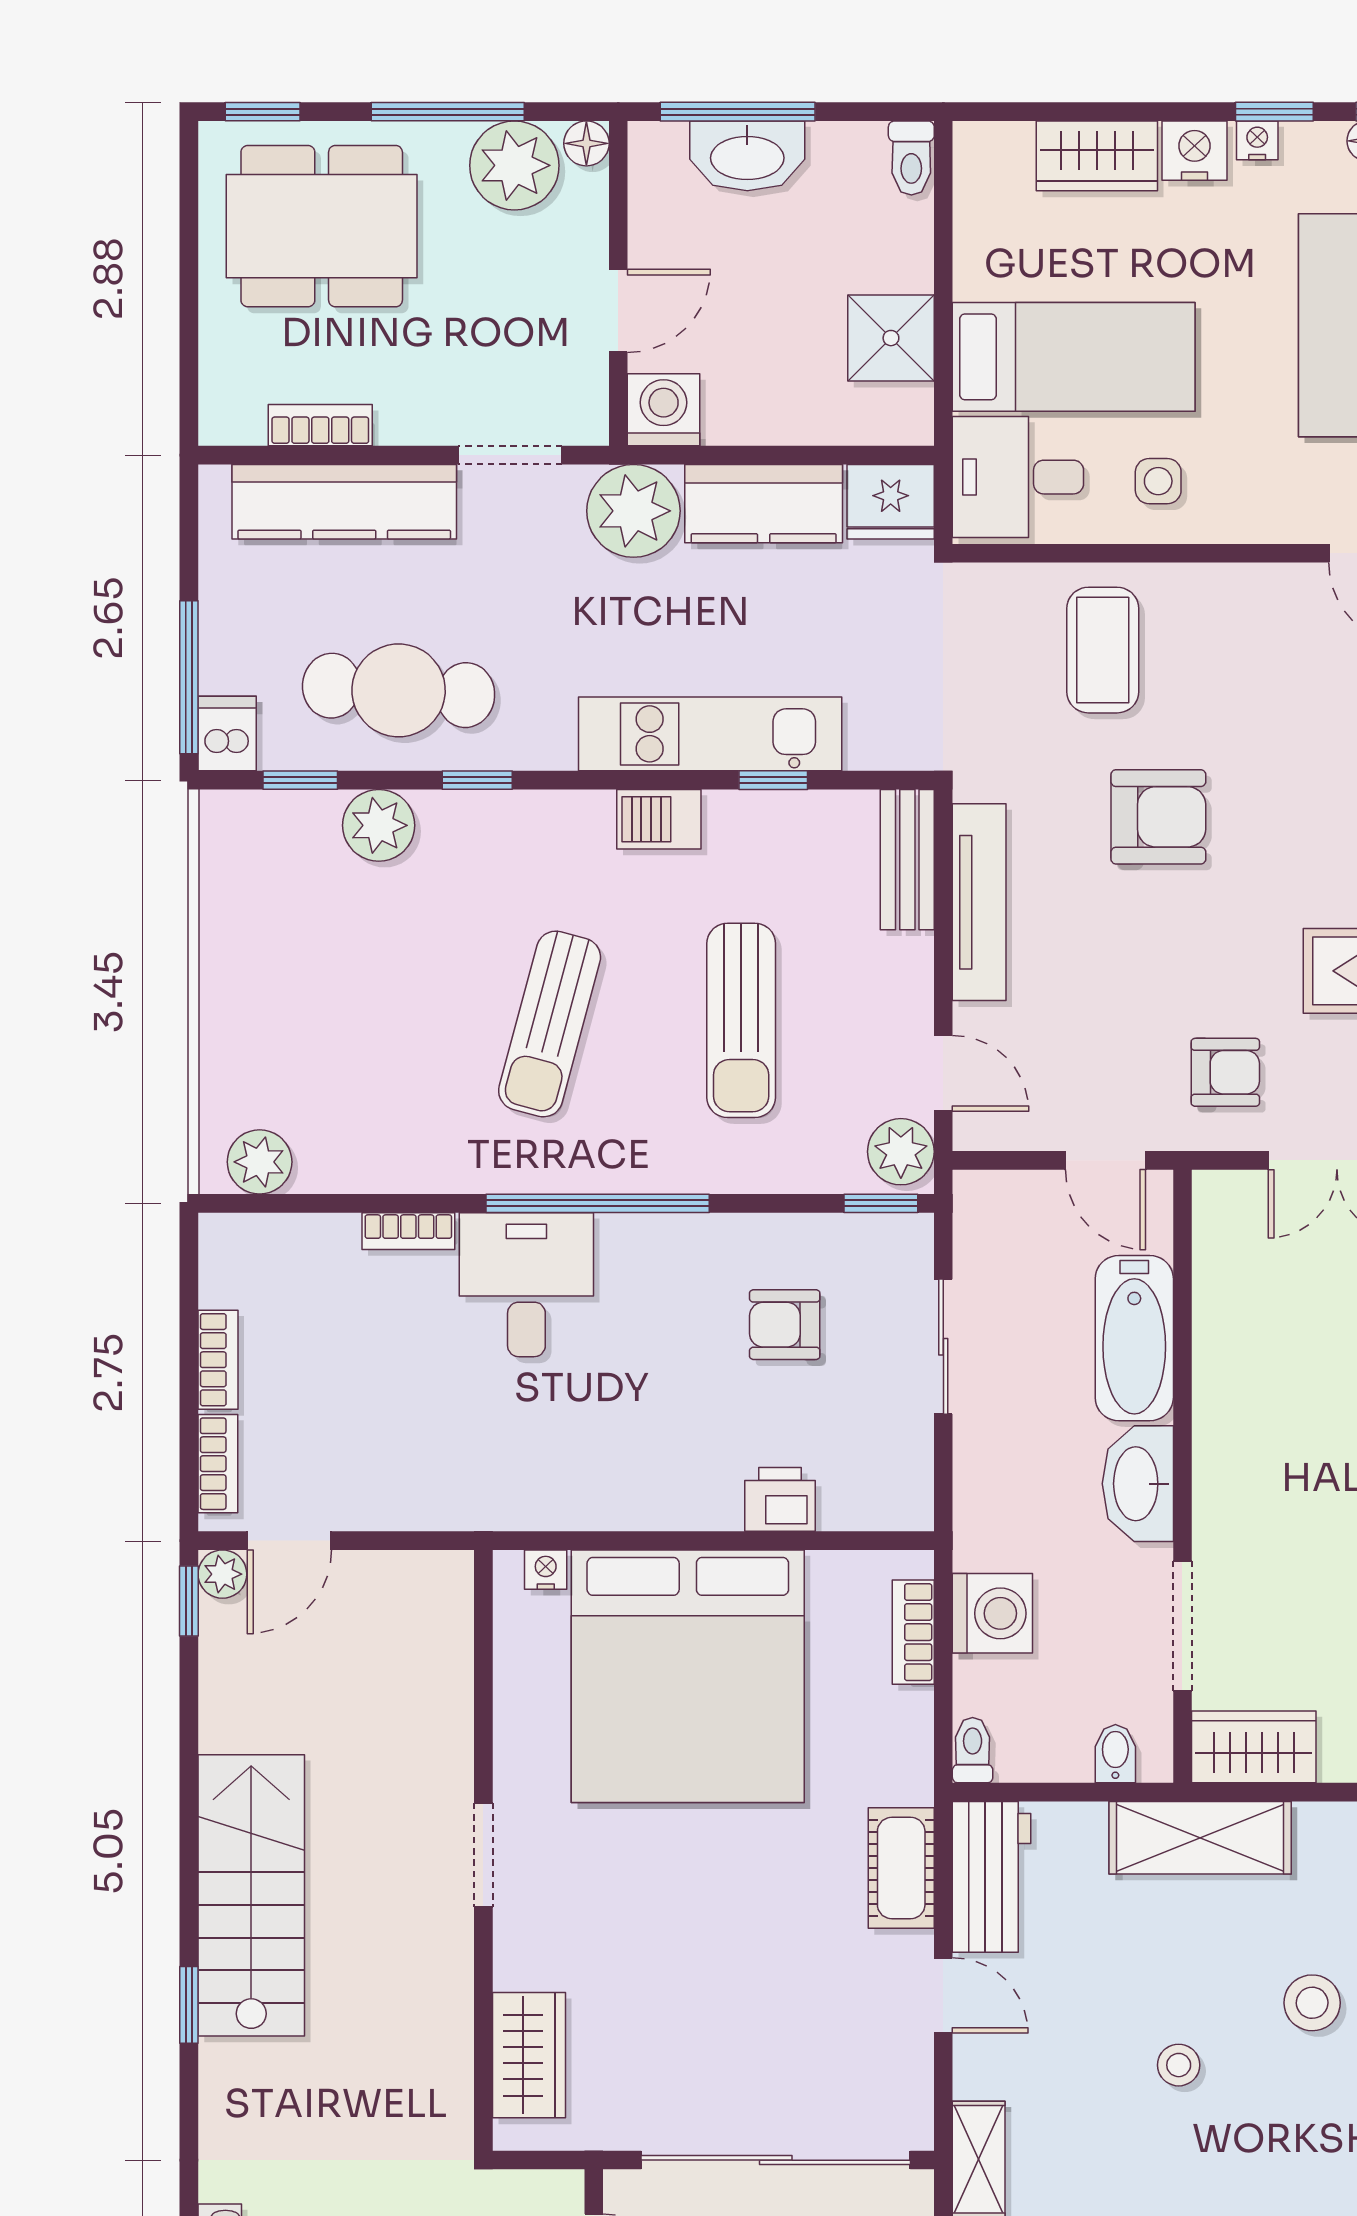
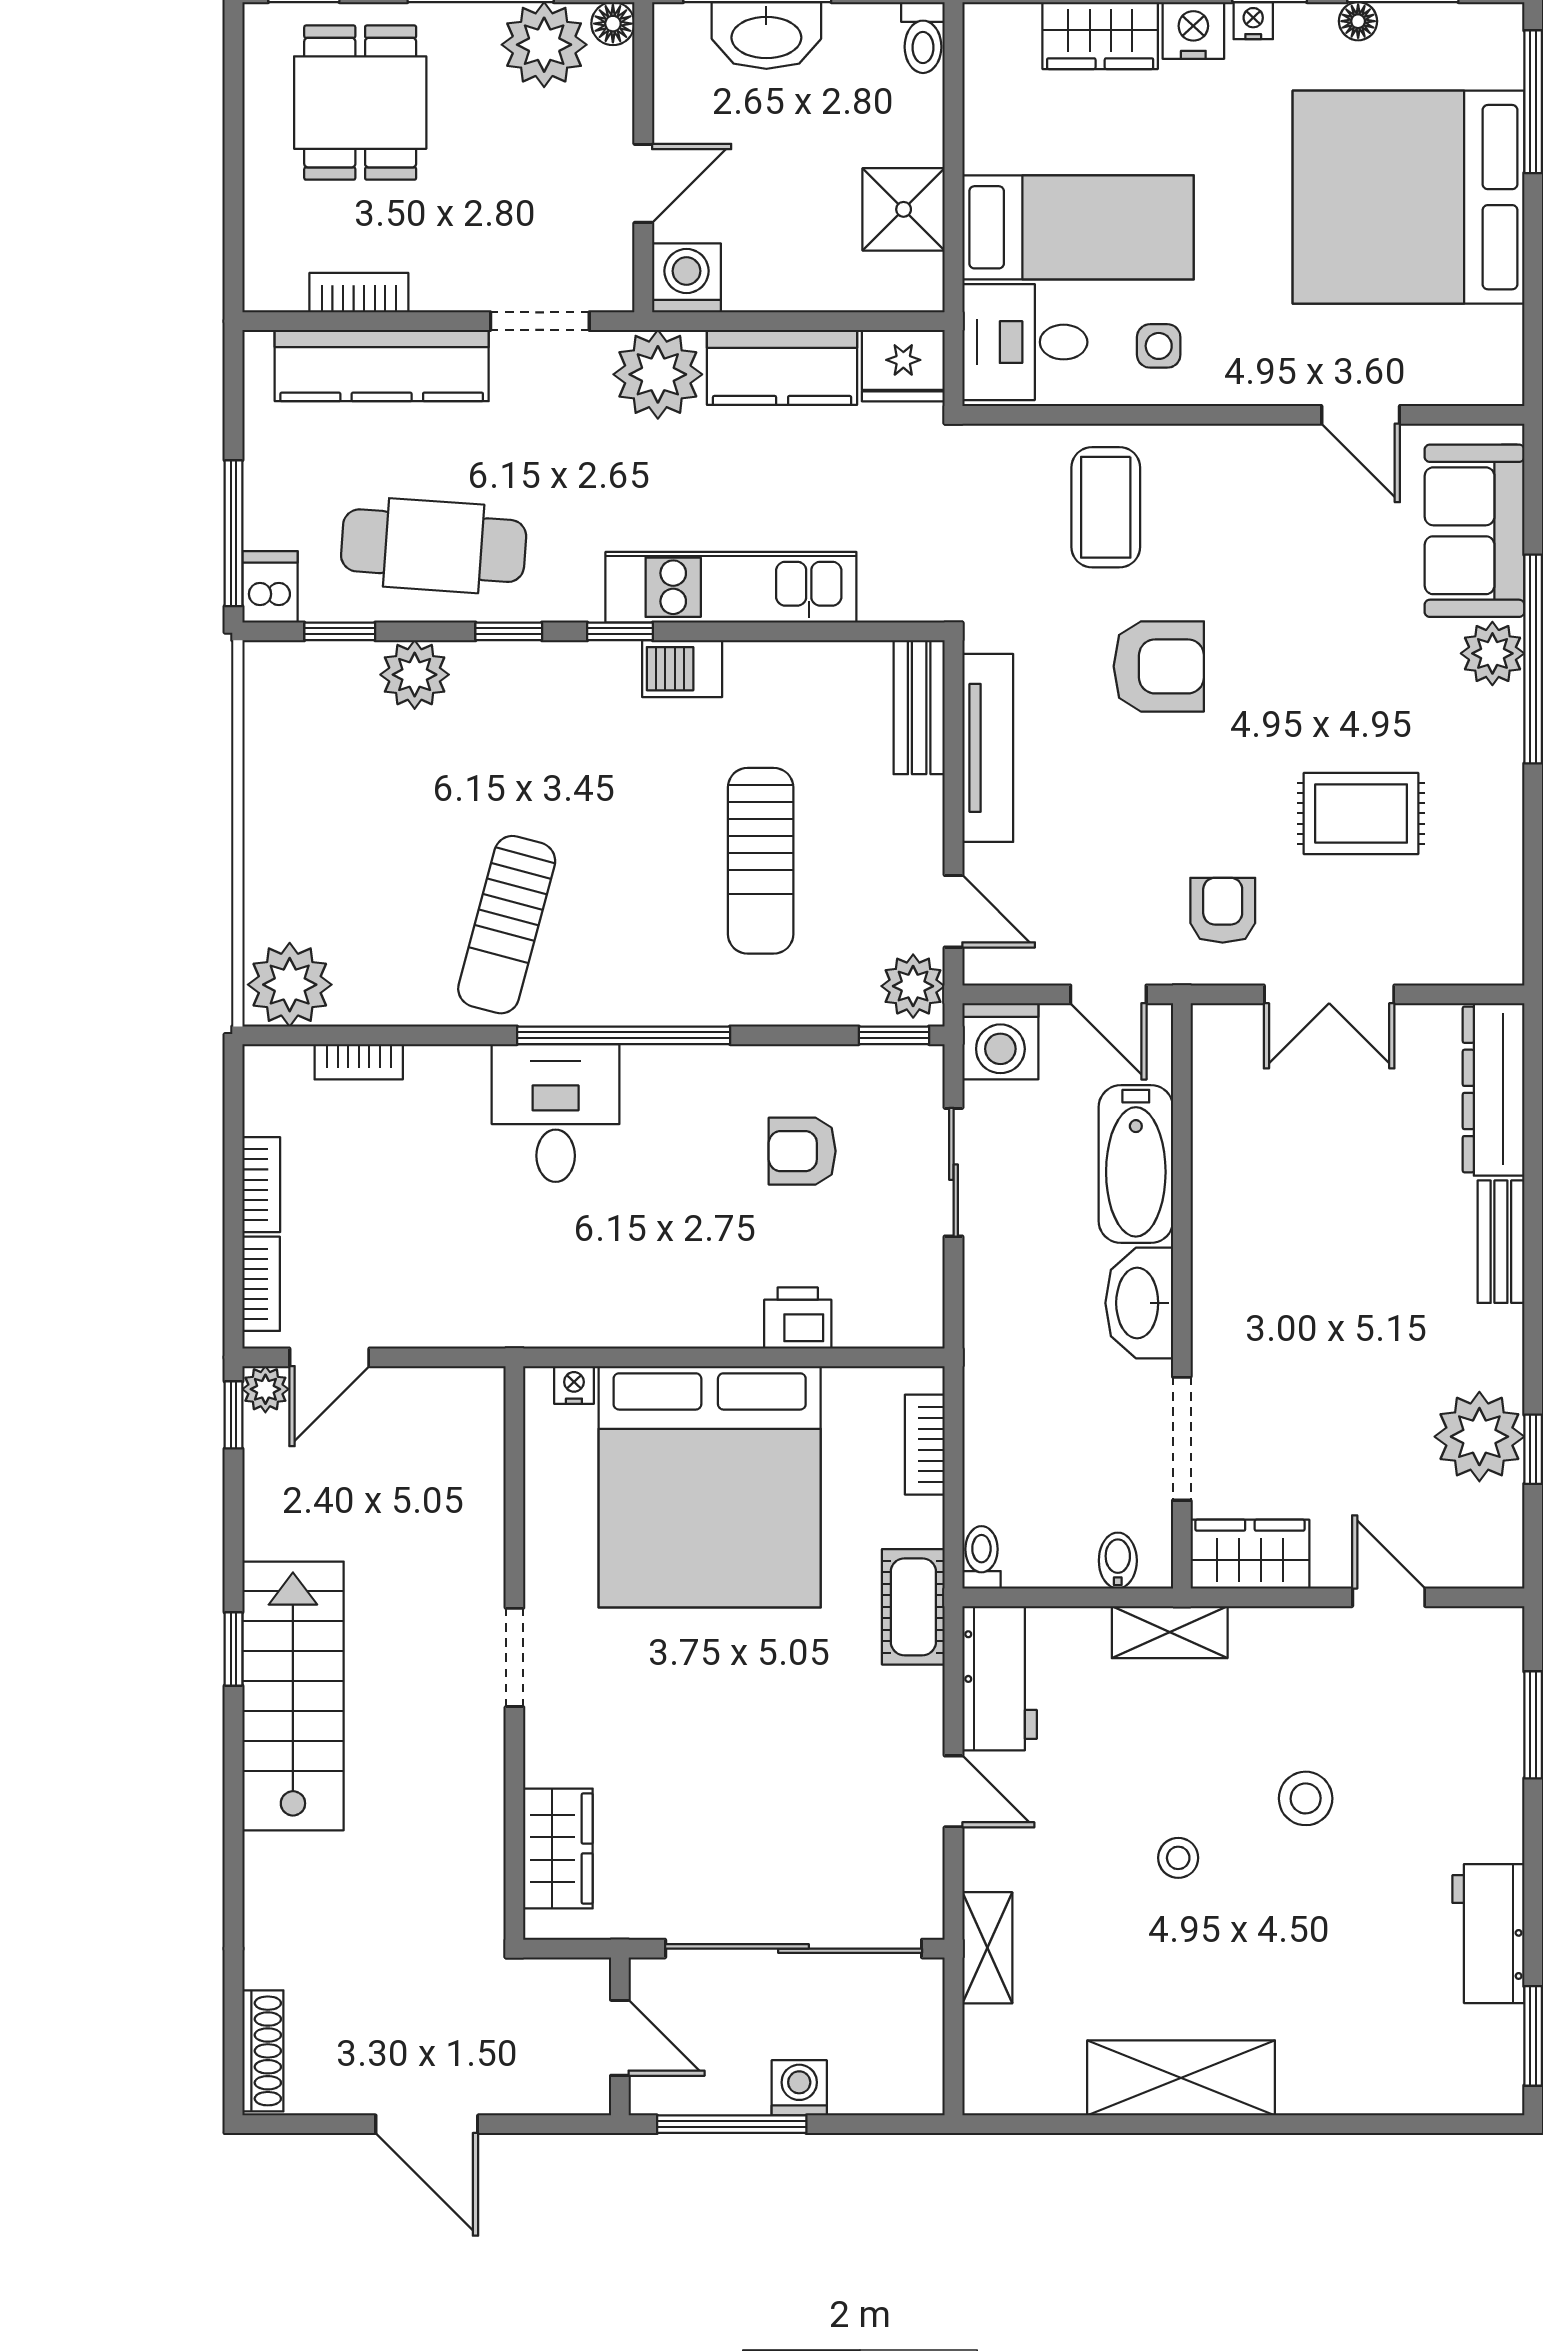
dining table: (322, 226) -> (360, 103), width x0.73
window: (773, 780) -> (620, 631), moved
sun lounger: (550, 1024) -> (507, 925), moved
armchair: (1225, 1072) -> (1223, 910), turned -90
plant: (260, 1162) -> (290, 985), width x1.36, depth x1.36
bookcase: (408, 1231) -> (359, 1062), moved
washing machine: (992, 1613) -> (1000, 1041), moved, turned 90
shelving: (1200, 1838) -> (1170, 1632), width x0.67, depth x0.75
cot: (901, 1868) -> (913, 1607), moved
window: (189, 2005) -> (233, 1649), moved

